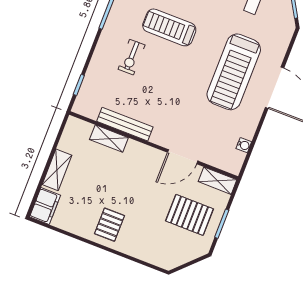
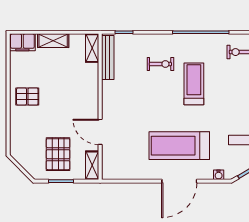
exercise bike: (132, 57) -> (160, 64), turned 180
bench: (125, 124) -> (108, 58), moved
shelving: (109, 139) -> (92, 48), moved
water cooler: (244, 145) -> (219, 175), moved

